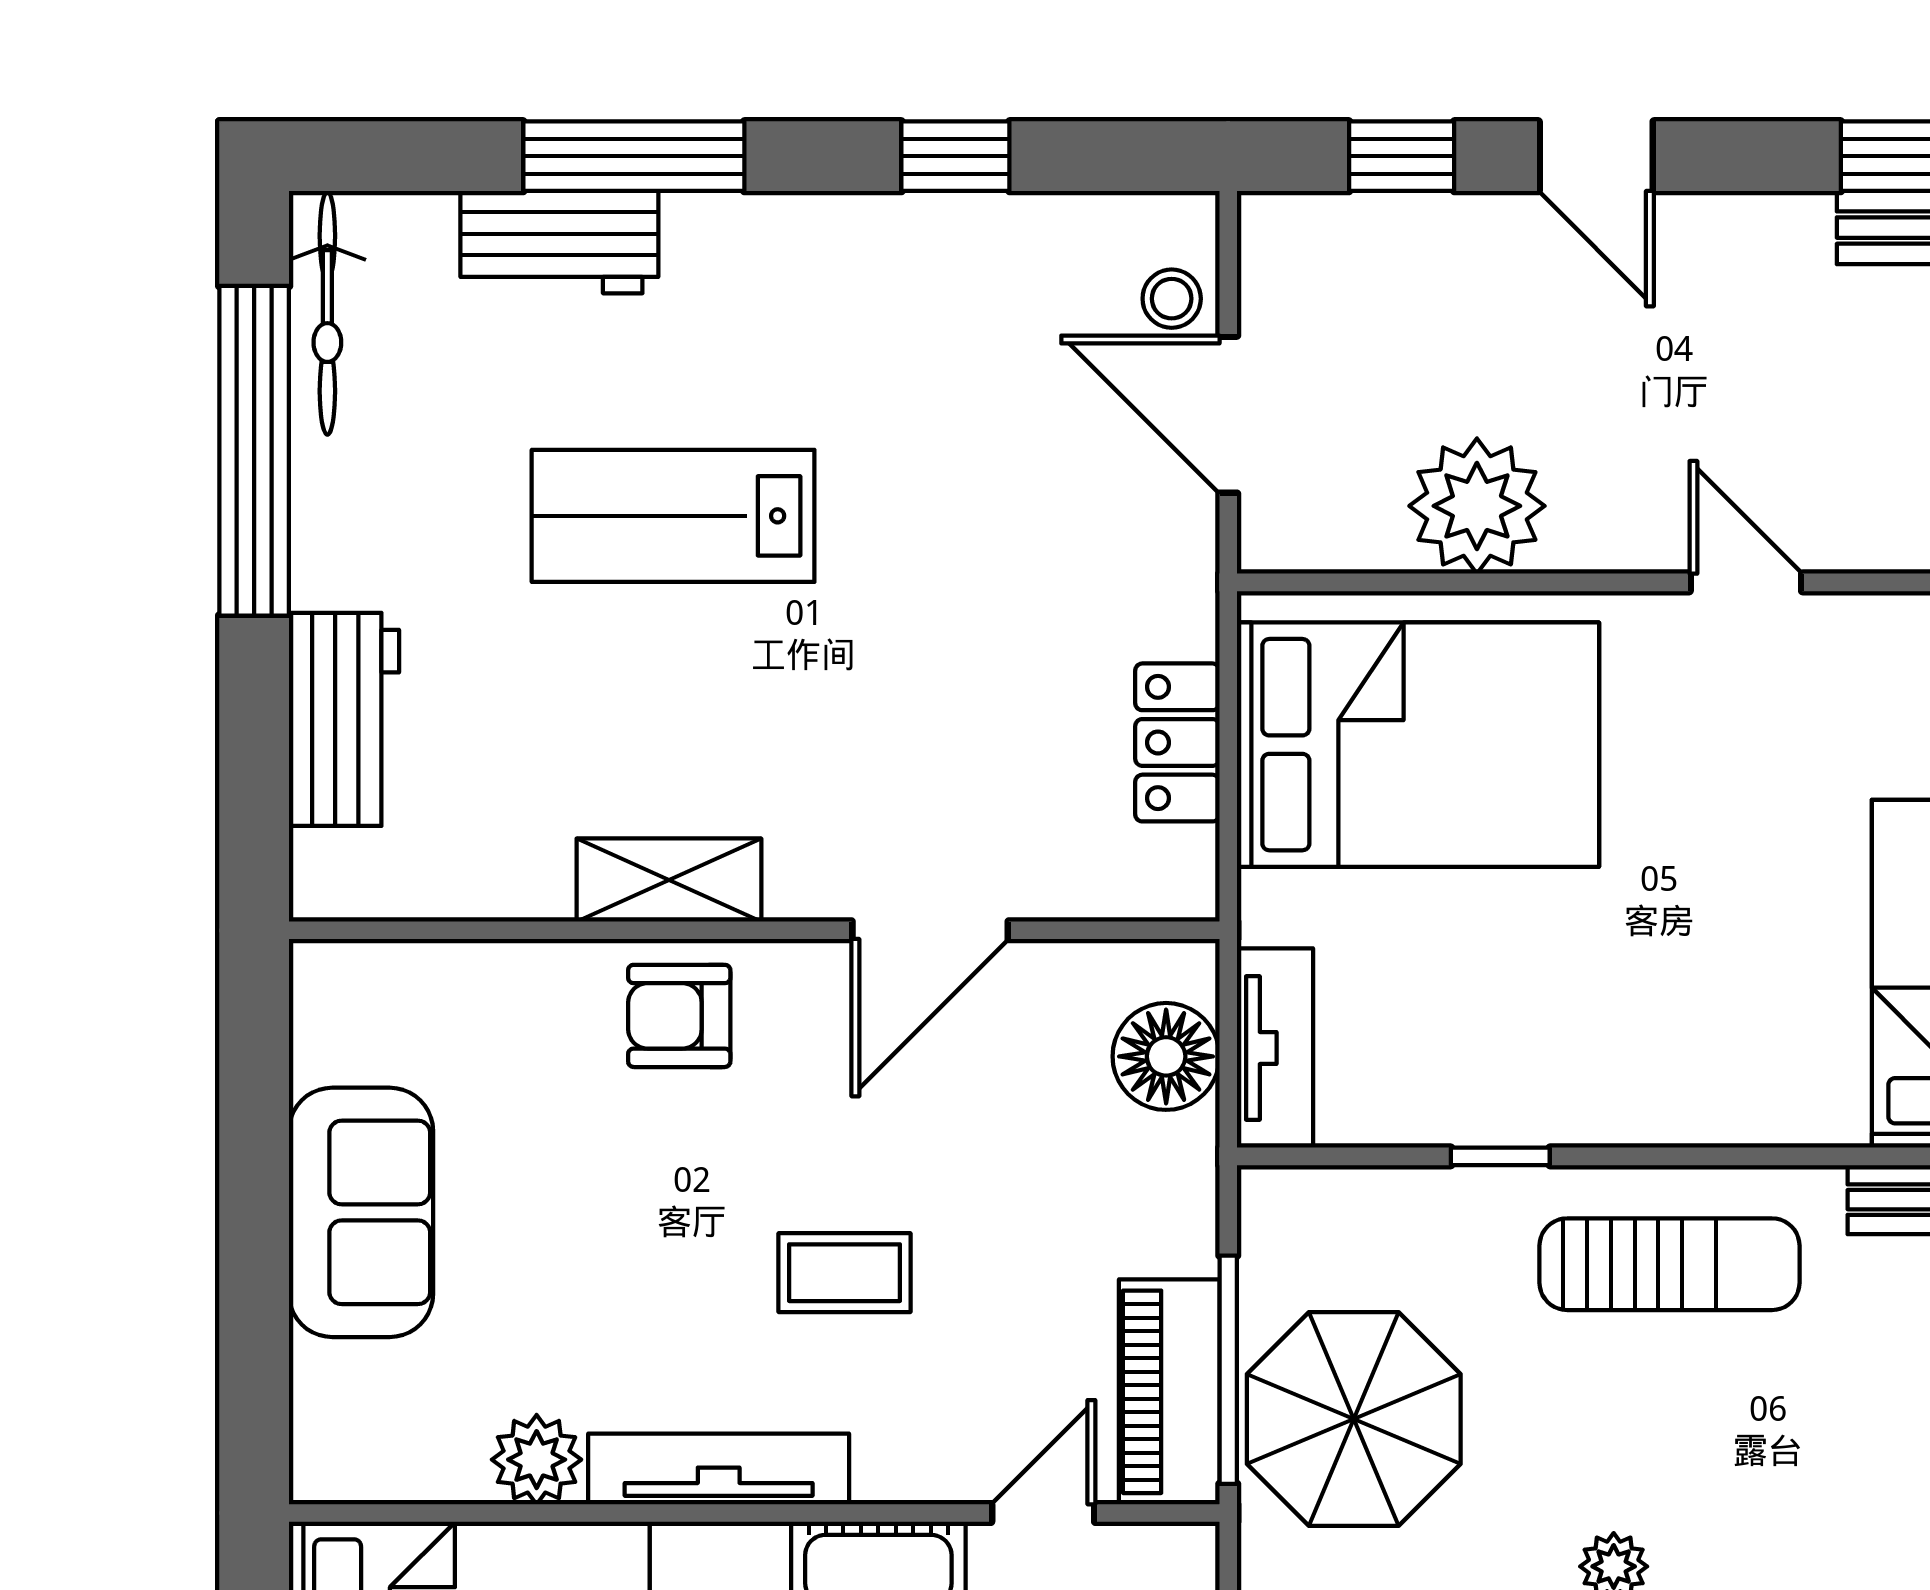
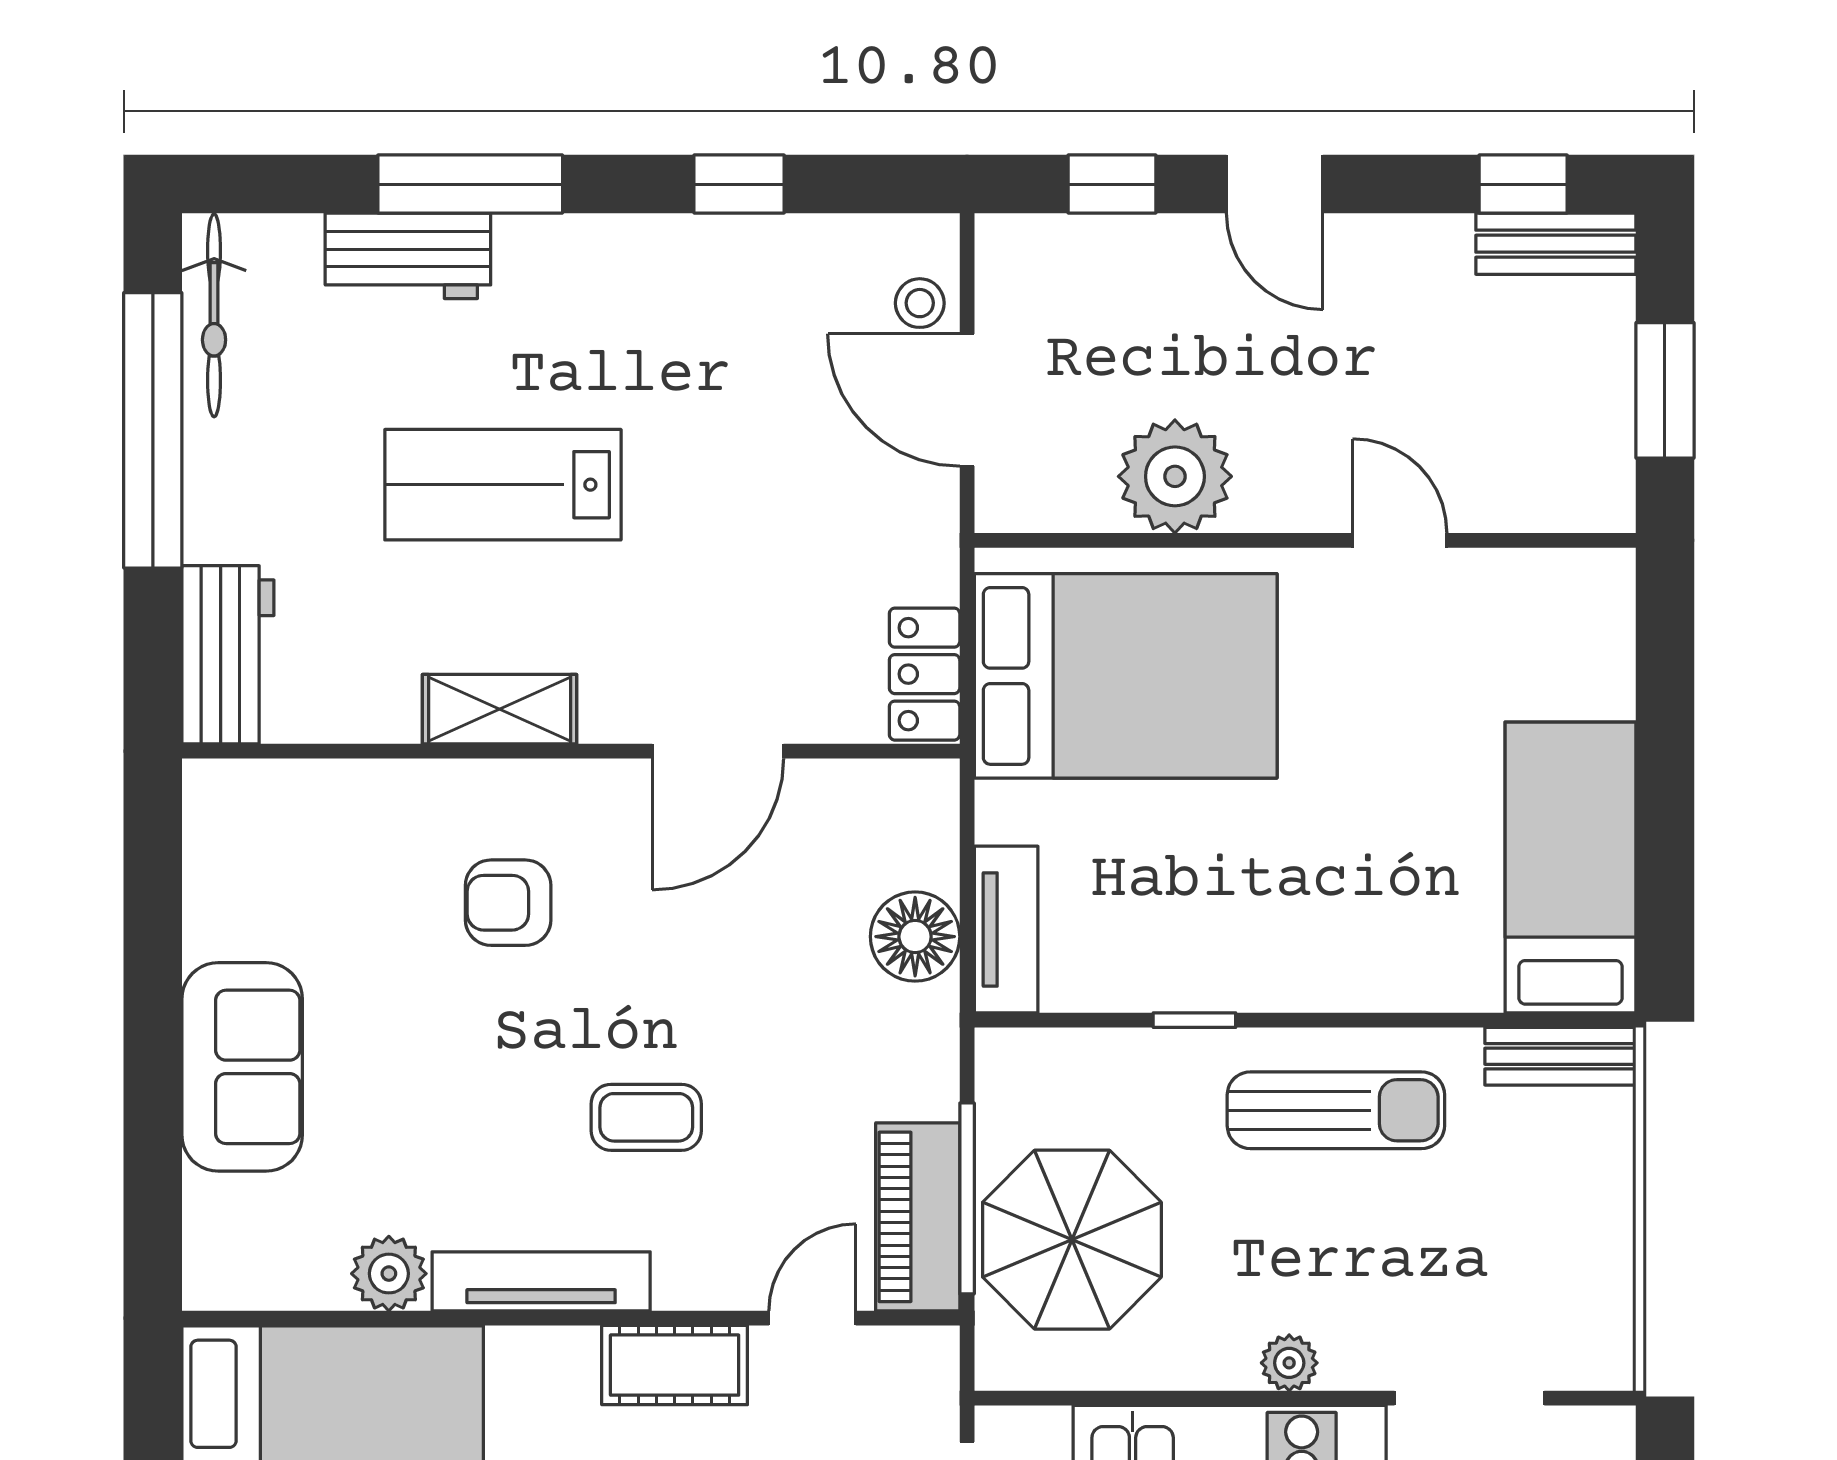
shelving: (669, 880) -> (500, 709), moved
wall: (754, 930) -> (571, 751), moved
door: (930, 930) -> (718, 751), moved

